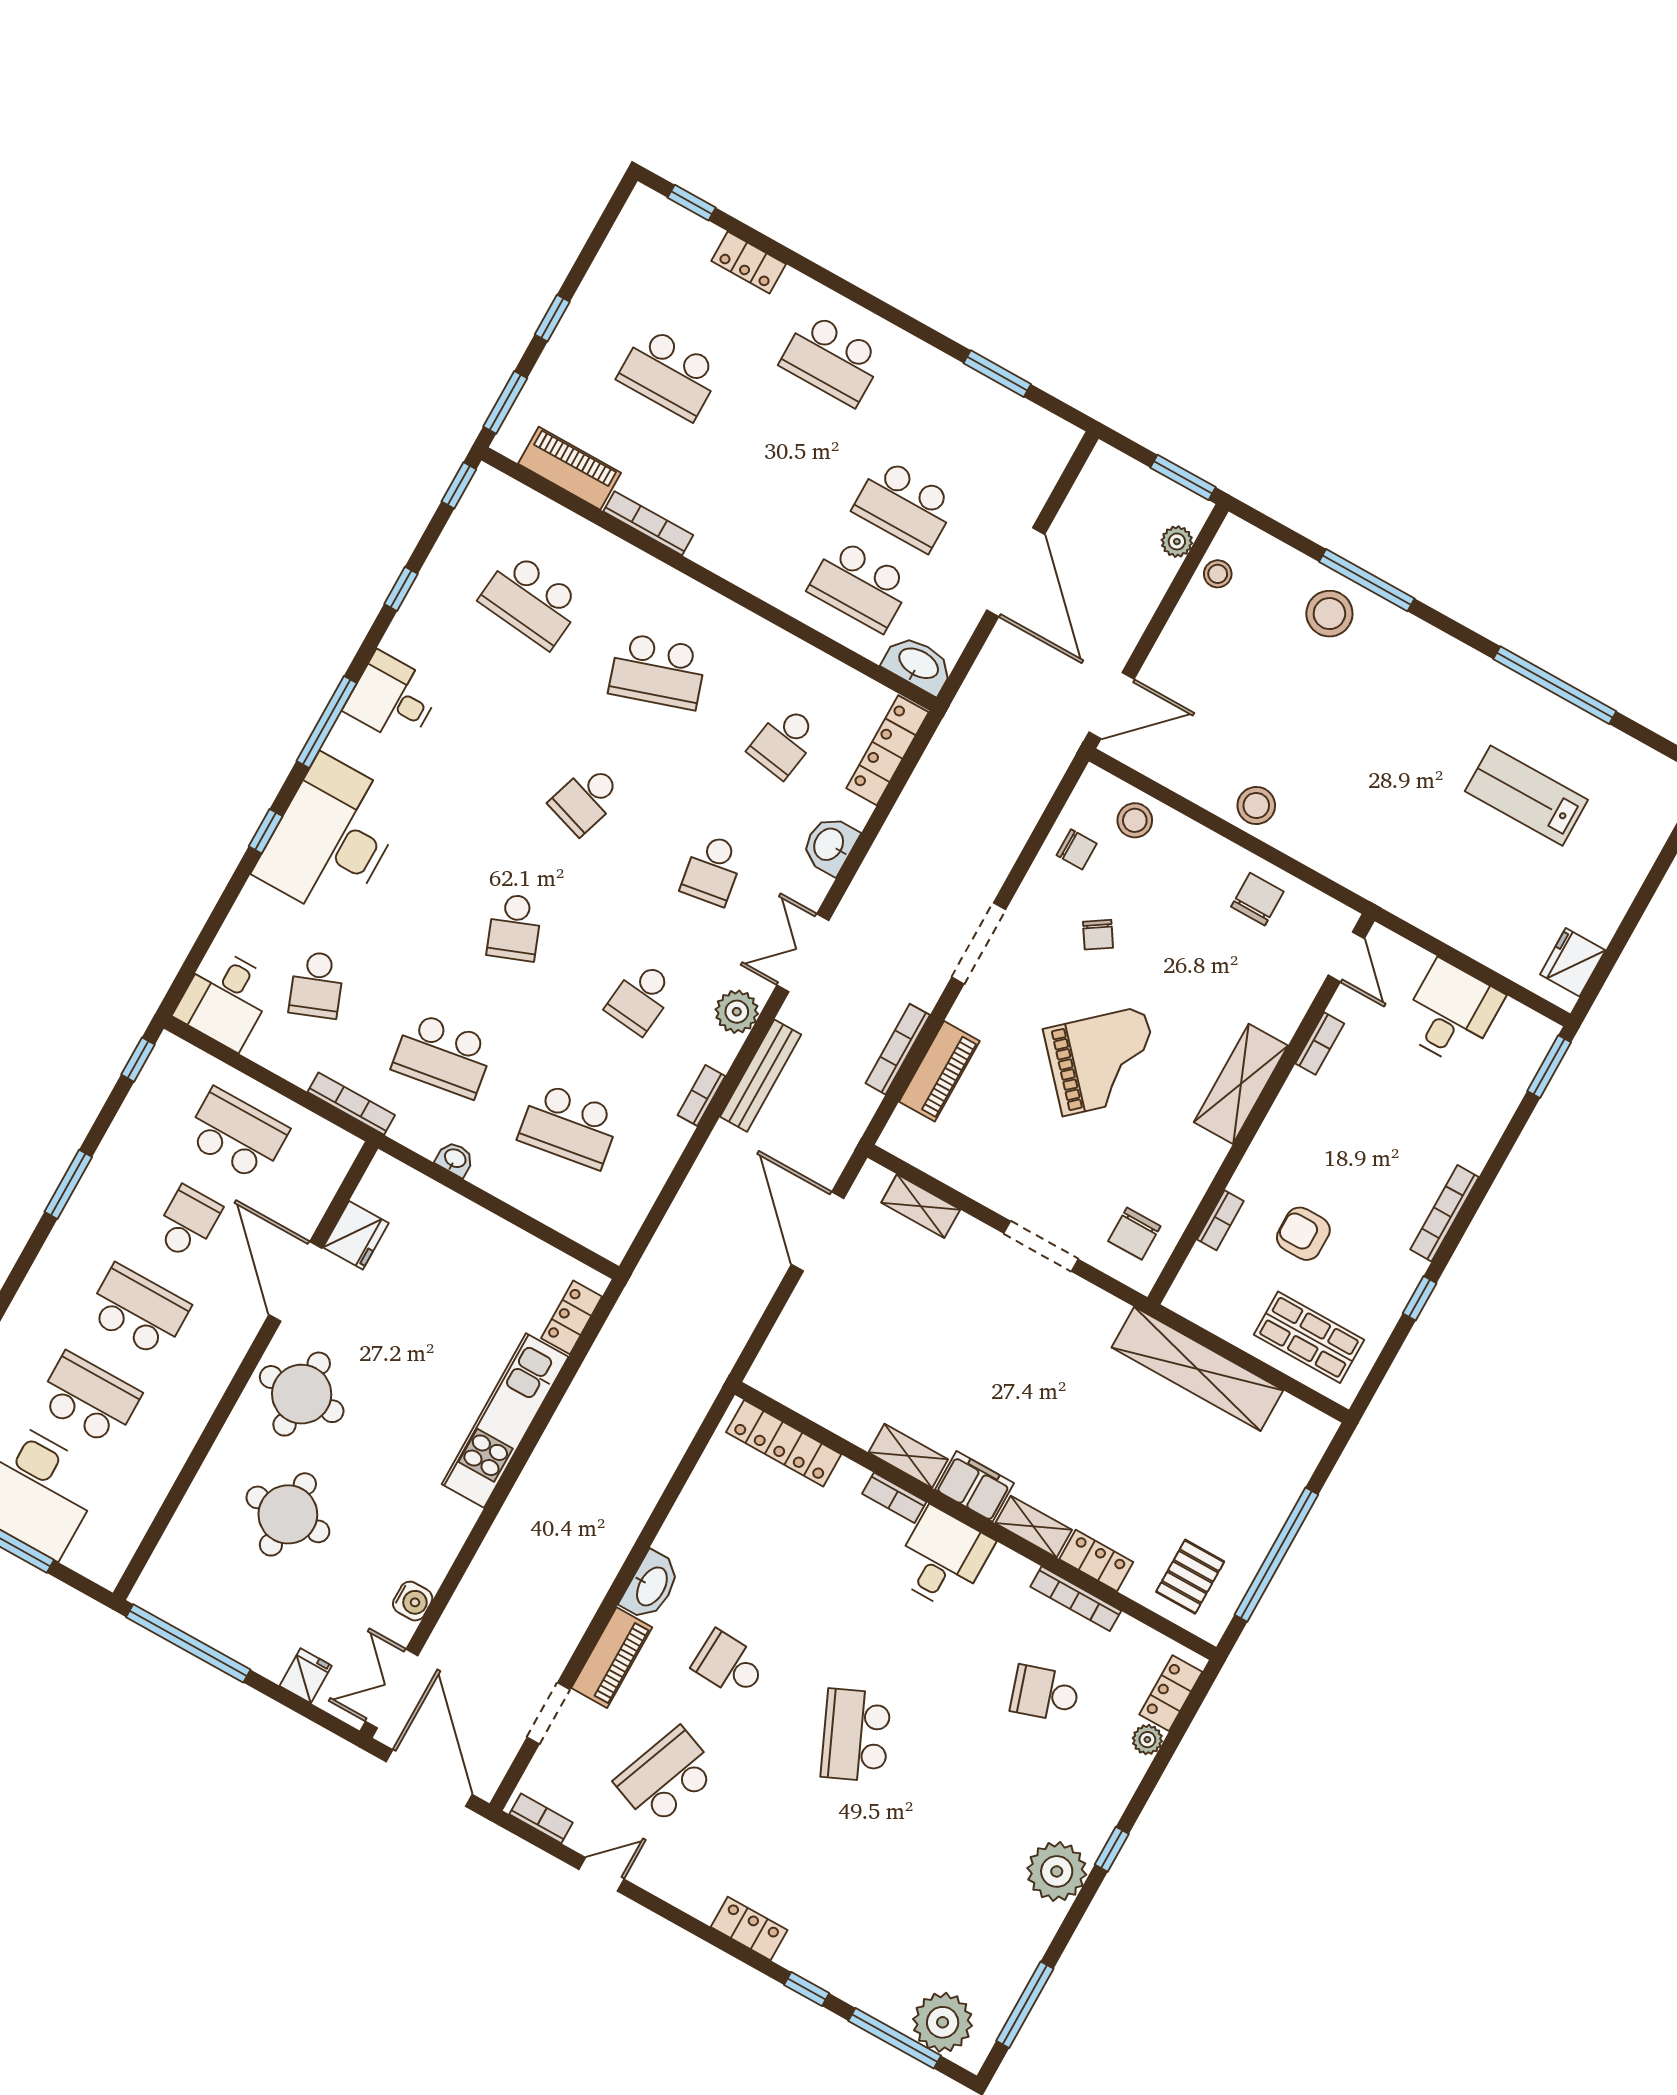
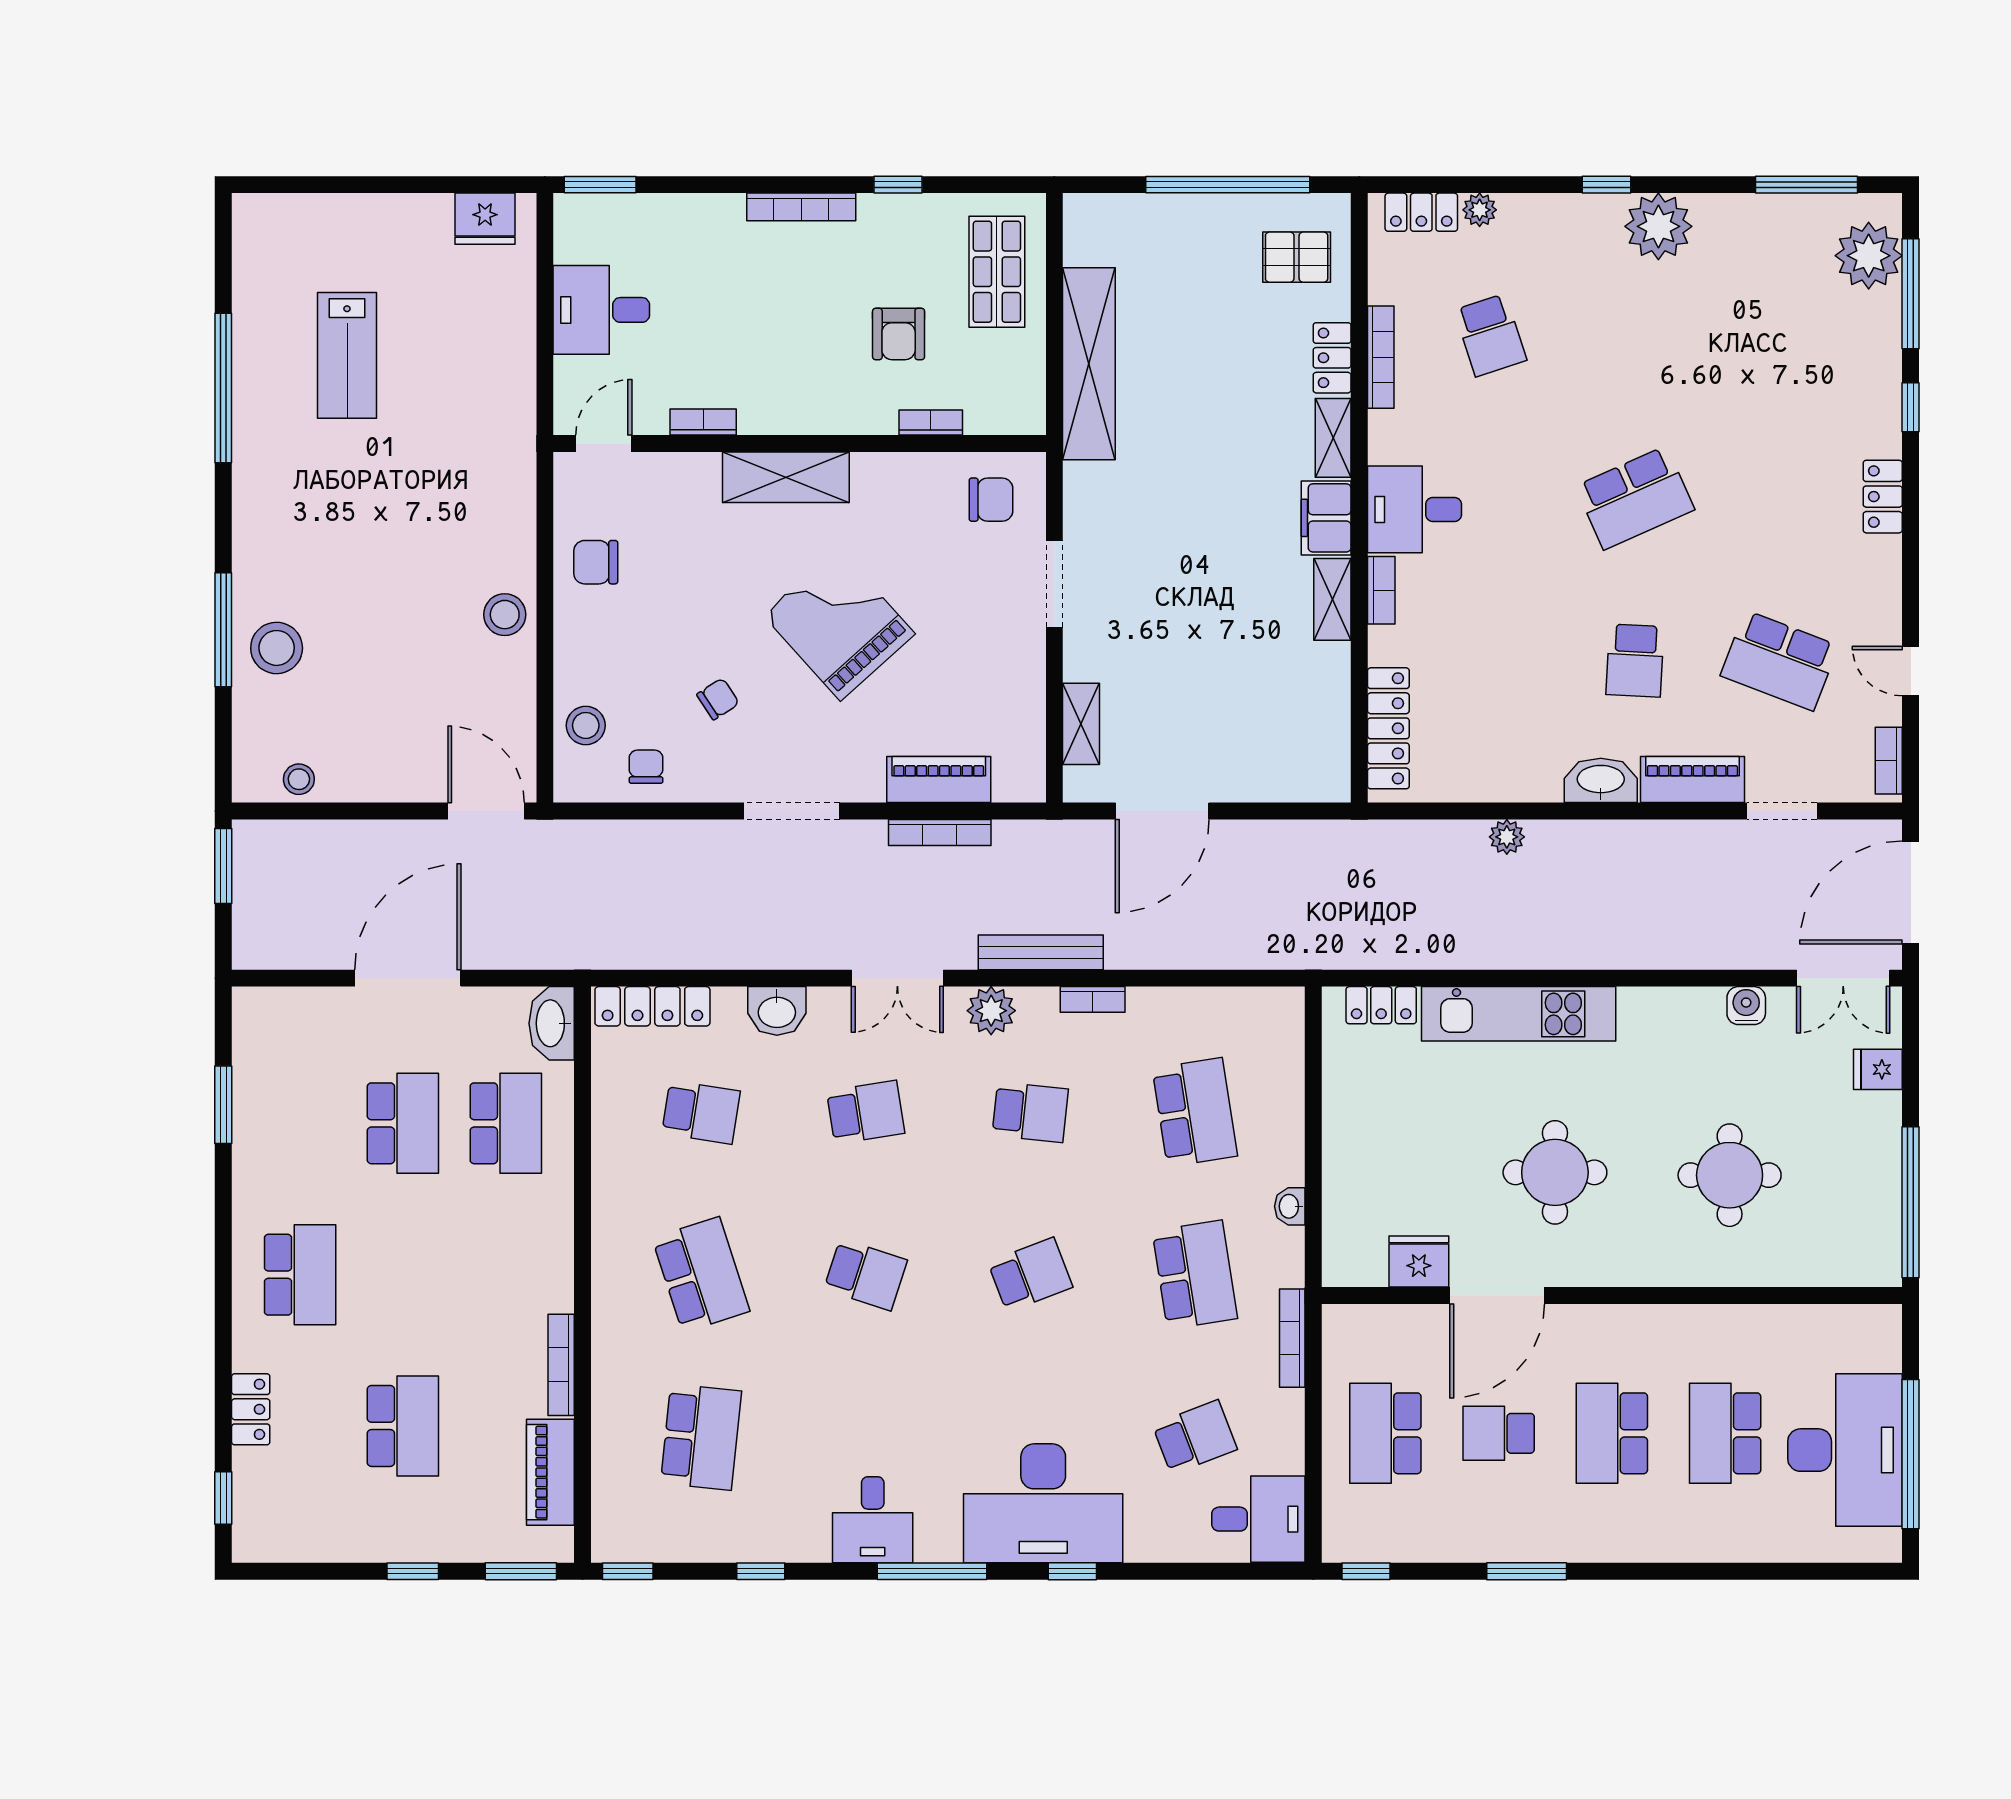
plant: (1177, 542) -> (1507, 837), moved
round table: (302, 1394) -> (1555, 1172), moved

